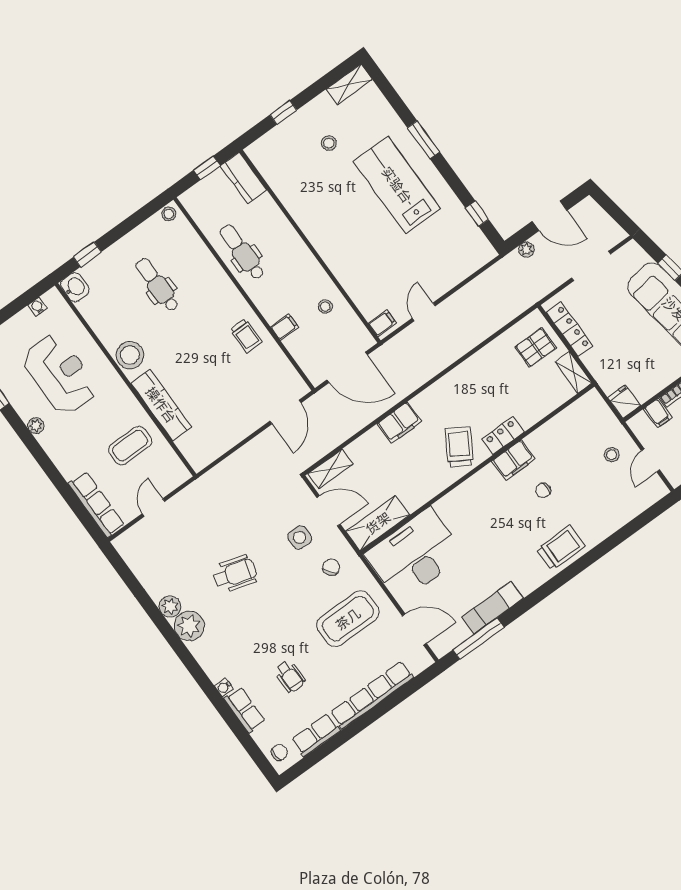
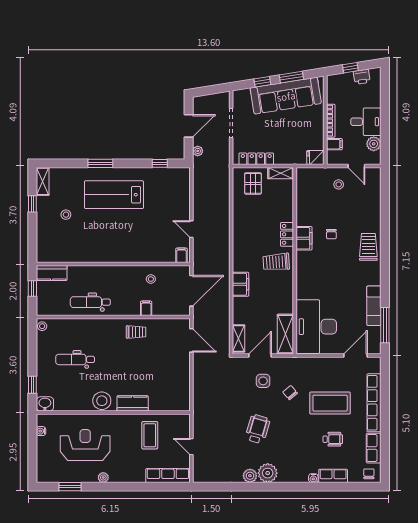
window: (283, 112) -> (32, 204), moved
kitchen counter: (161, 405) -> (133, 403), width x0.67
trolley: (459, 447) -> (276, 262), turned -35
chair: (331, 567) -> (290, 393), moved
coffee table: (348, 619) -> (330, 403), moved, turned 90

